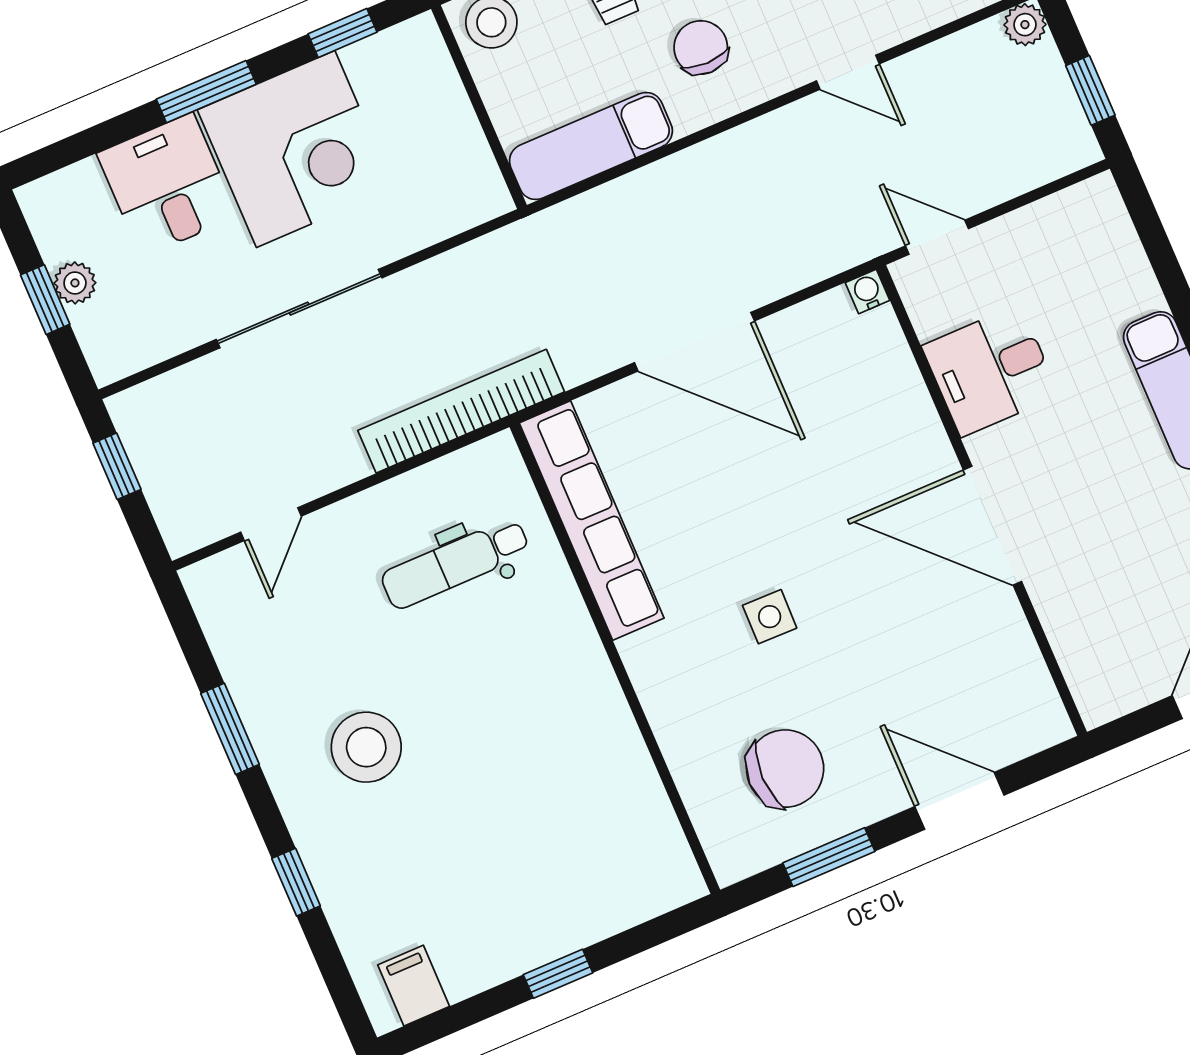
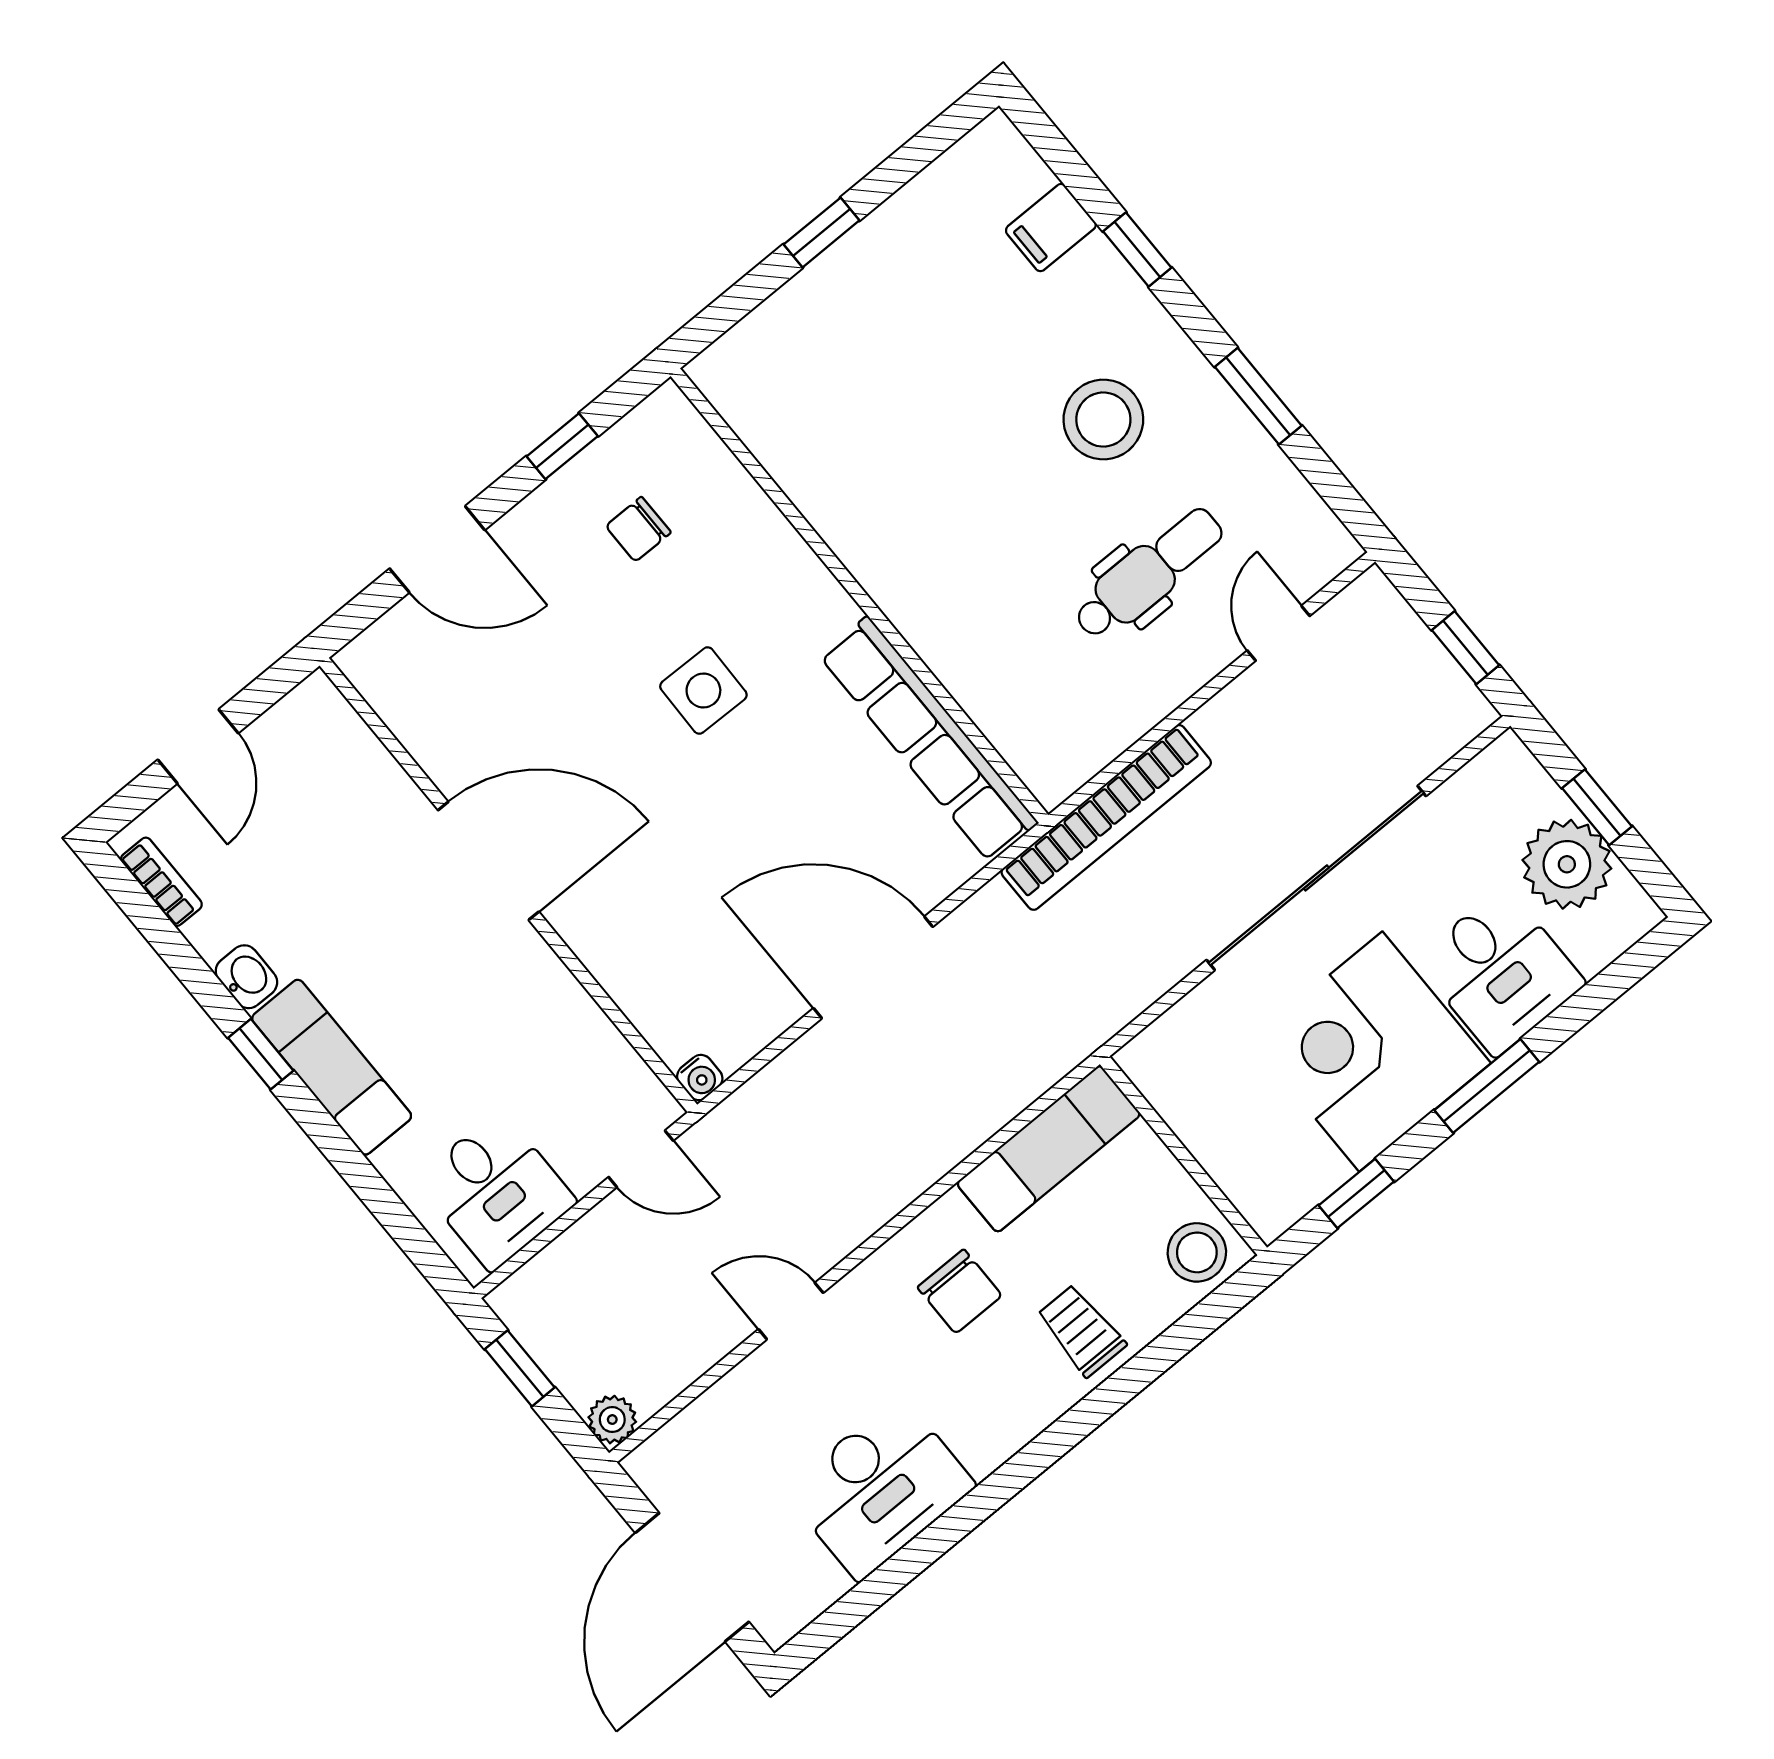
plant: (75, 283) -> (1567, 864), width x1.87, depth x1.87
sliding door: (299, 309) -> (1316, 878), width x1.36
desk: (990, 371) -> (496, 1191), moved, turned 90
dental chair: (455, 563) -> (1148, 573), moved
side table: (770, 617) -> (703, 691), width x1.37, depth x1.37
chair: (785, 769) -> (638, 529), width x0.54, depth x0.54
window: (829, 857) -> (562, 446), width x0.67
filing cabinet: (414, 986) -> (1051, 228), moved, turned 90

